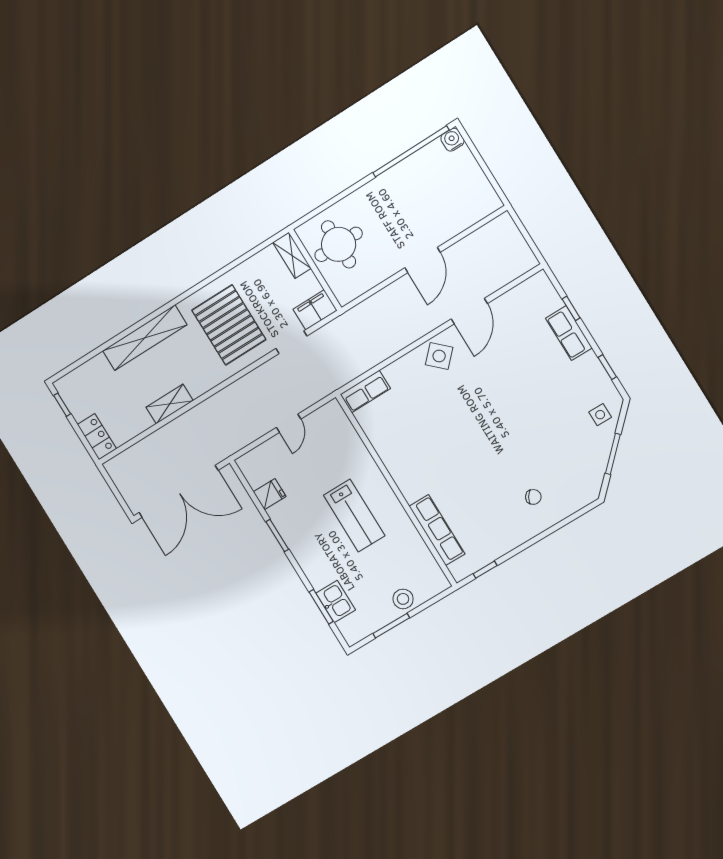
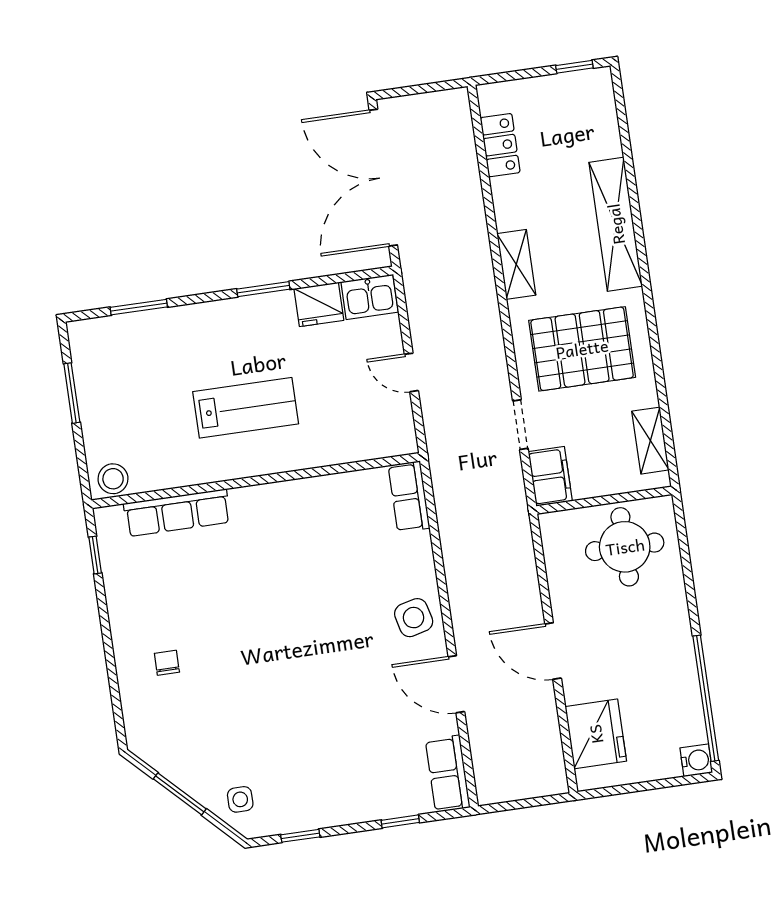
fridge: (463, 210) -> (596, 734), added
shelving: (292, 255) -> (650, 441), moved, turned 90
row of seats: (569, 333) -> (448, 774), moved, turned -90
side table: (439, 356) -> (414, 618), turned 32
shelving: (170, 404) -> (516, 264), moved
locker: (97, 437) -> (500, 145), moved, turned -90
fridge: (270, 494) -> (319, 304), width x1.38
chair: (533, 497) -> (167, 663), turned 149
lab bench: (354, 515) -> (246, 408), turned 180
stool: (403, 599) -> (113, 479), moved
kitchen sink: (336, 602) -> (370, 297), moved

